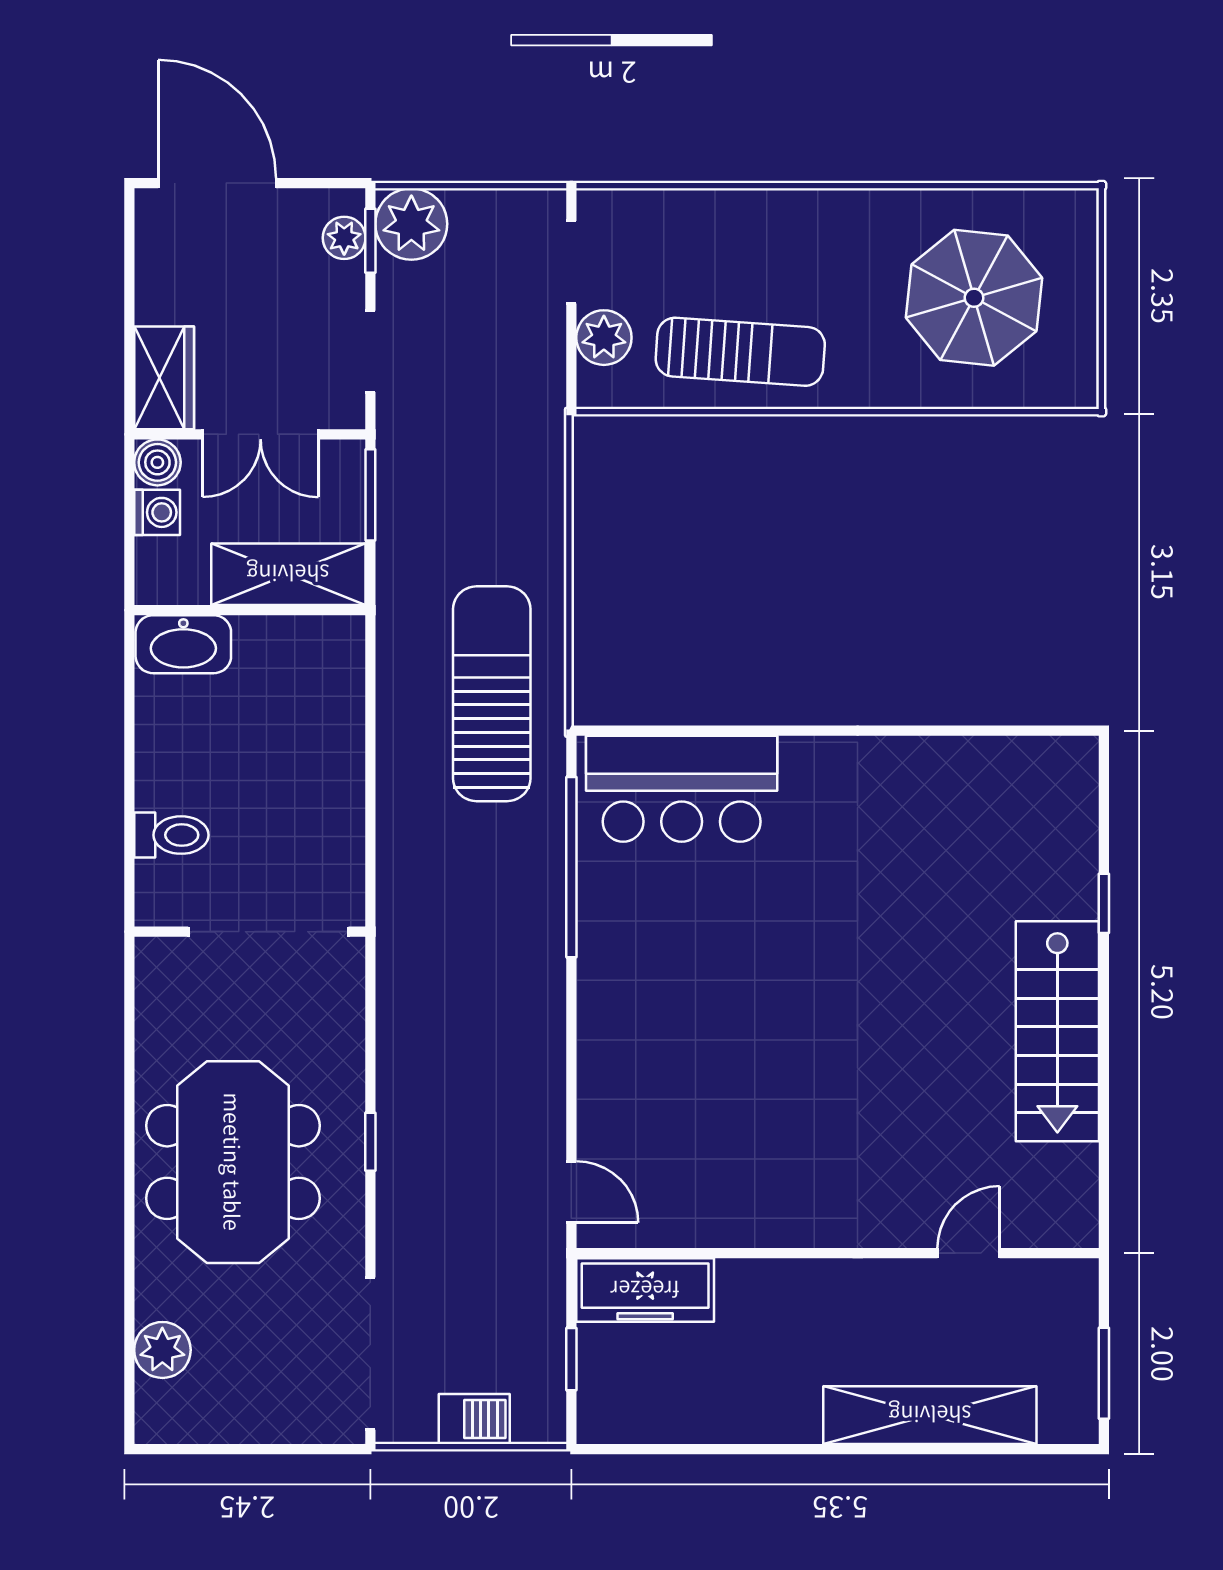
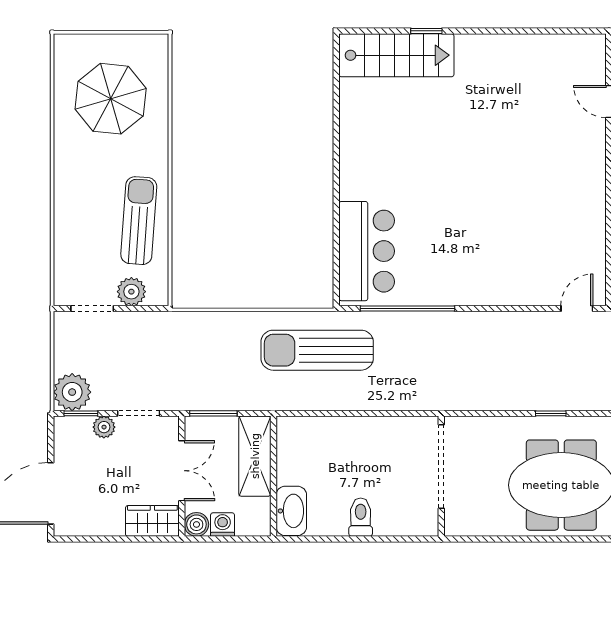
plant: (344, 238) -> (104, 427), moved
toilet: (171, 835) -> (361, 517), moved
stairs: (1057, 1031) -> (396, 55), moved

